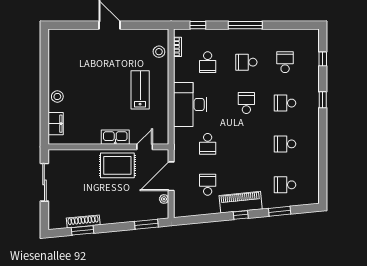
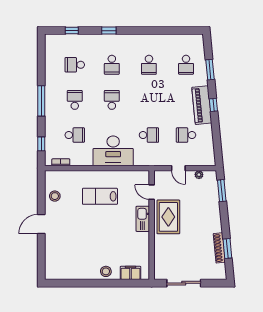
stool: (159, 52) -> (55, 196), moved
school desk: (246, 62) -> (75, 100), turned 180
school desk: (246, 103) -> (112, 100), turned 90
door: (171, 176) -> (178, 168), width x0.53

